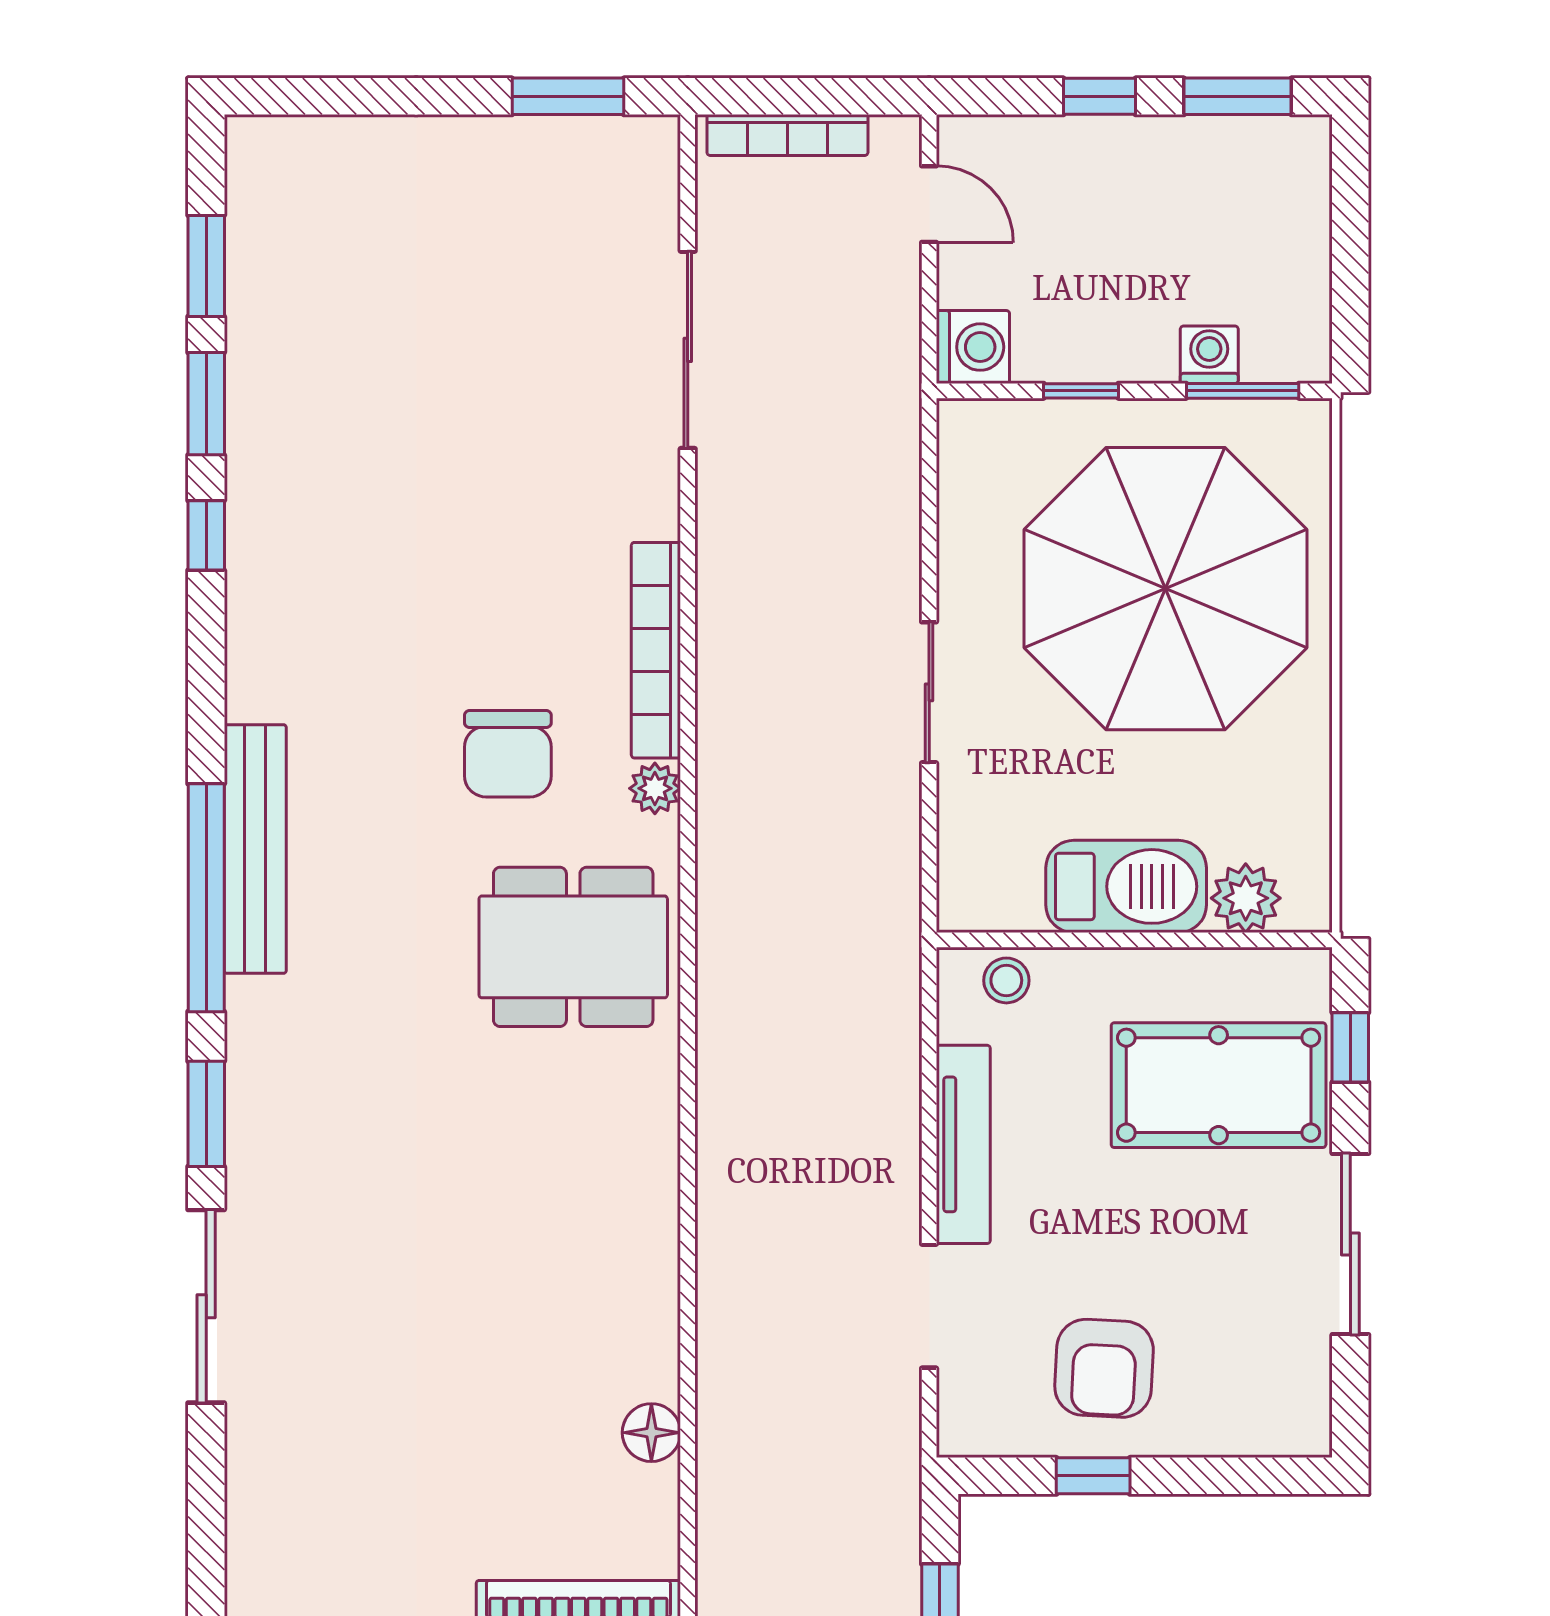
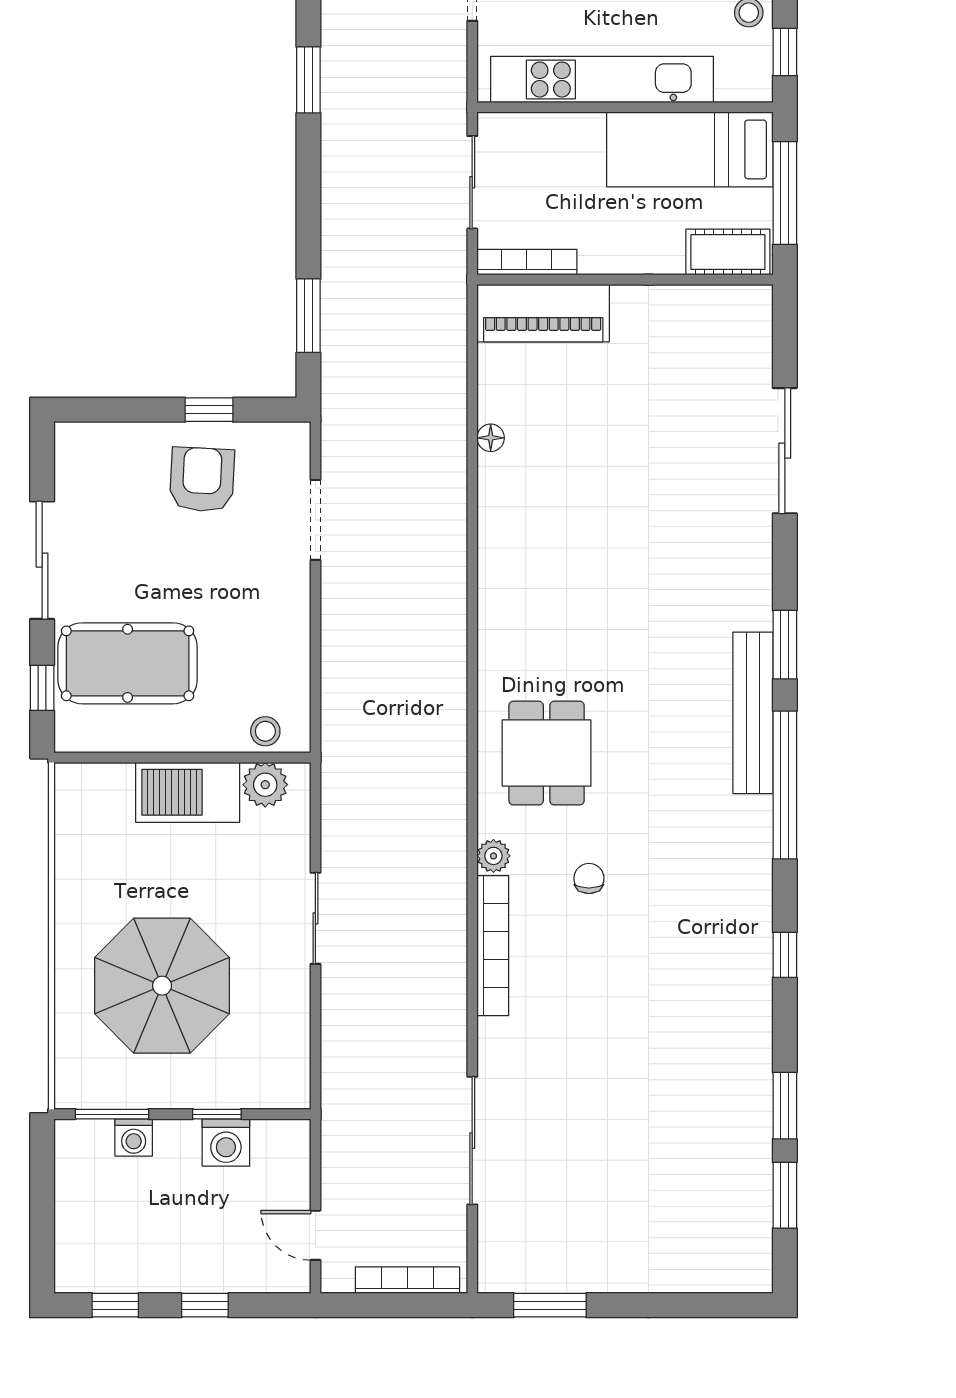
window: (1238, 96) -> (115, 1305), width x0.67
washing machine: (973, 347) -> (226, 1142), moved, turned -90
window: (206, 535) -> (785, 955), moved
parasol: (1165, 589) -> (162, 986), width x0.73, depth x0.73
chair: (508, 754) -> (589, 878), width x0.54, depth x0.54
bench: (255, 849) -> (753, 713), moved
plant: (1246, 898) -> (265, 785), moved
dining table: (573, 947) -> (547, 753), width x0.73
tv unit: (963, 1144) -> (293, 625), removed
sliding door: (206, 1306) -> (785, 451), moved
floor lamp: (651, 1433) -> (491, 438), width x0.73, depth x0.73

